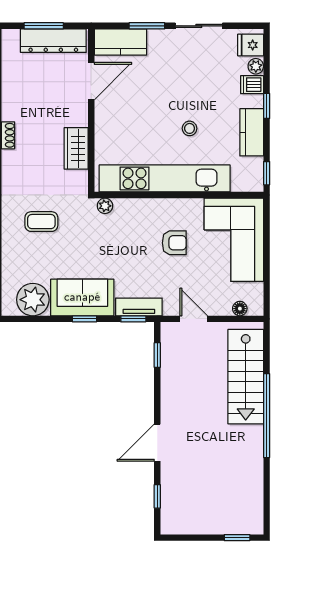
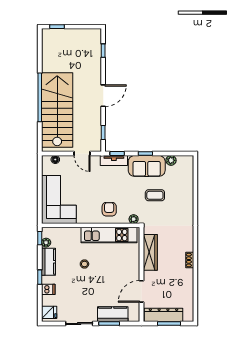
kitchen counter: (121, 42) -> (113, 314), moved
plant: (256, 66) -> (46, 243), moved
wardrobe: (76, 148) -> (150, 252), width x1.50
kitchen unit: (165, 178) -> (109, 235), width x0.73
coffee table: (41, 222) -> (155, 195), moved
armchair: (174, 243) -> (109, 209), moved, turned 90
plant: (33, 300) -> (171, 160), width x0.53, depth x0.53
stairs: (246, 377) -> (57, 110), width x1.36, depth x1.51
door: (157, 443) -> (103, 96), moved

